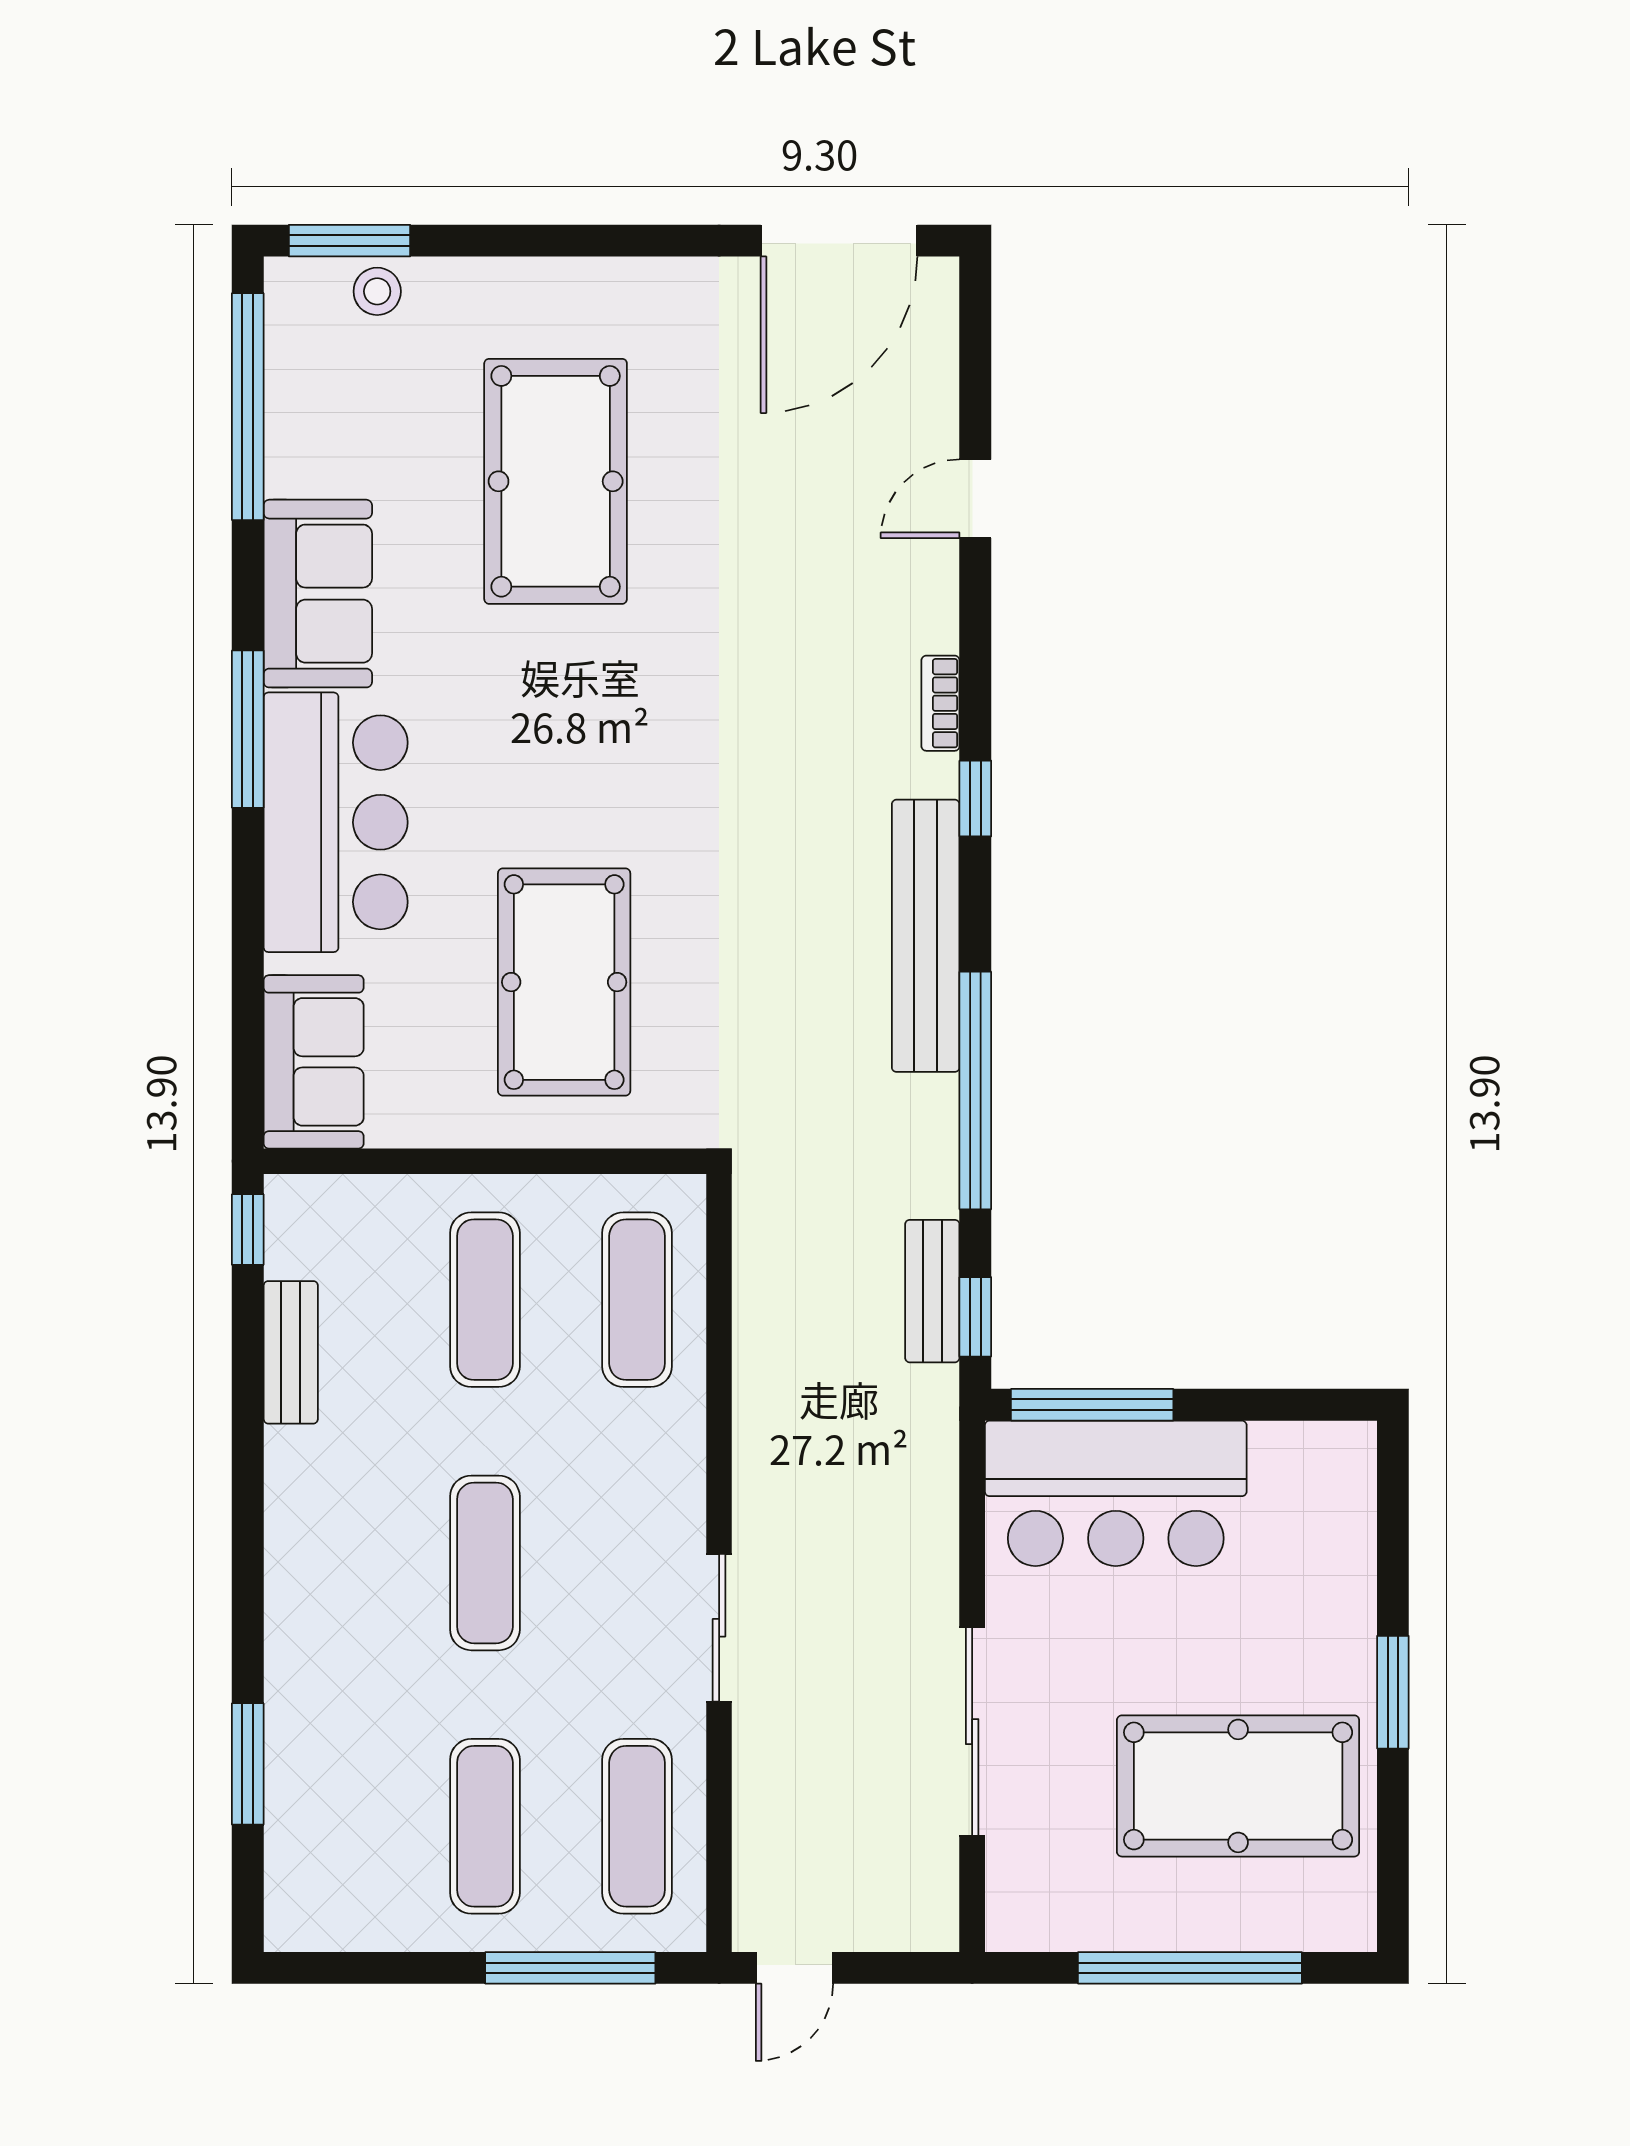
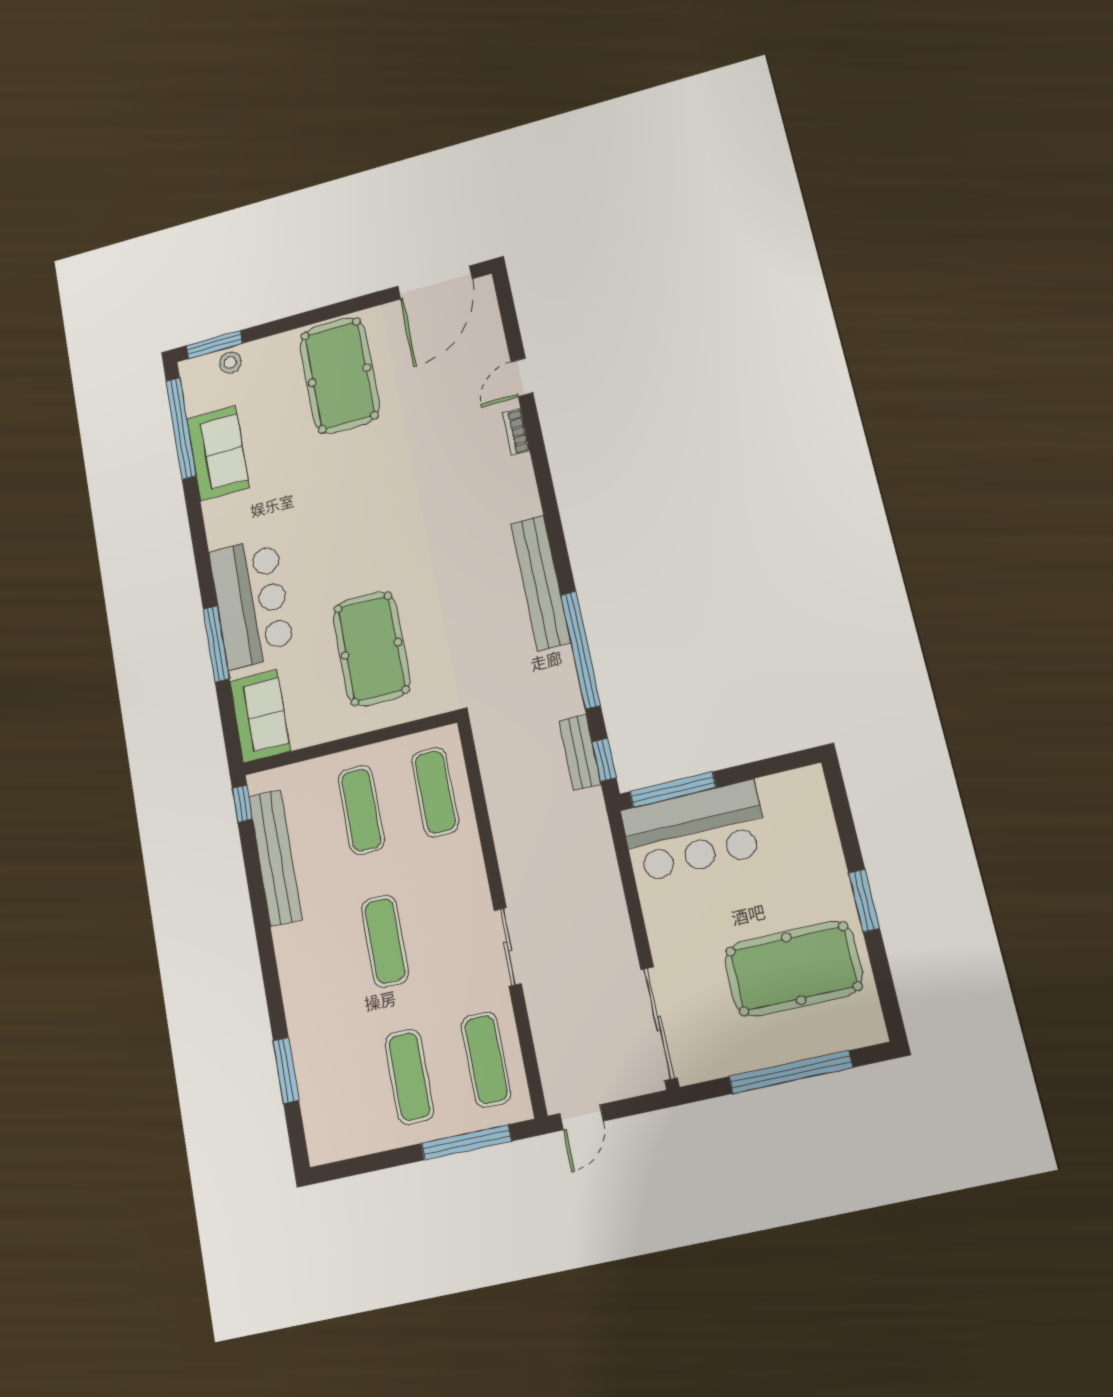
pool table: (556, 481) -> (339, 375), moved
sofa: (318, 594) -> (218, 453), moved
bookcase: (940, 703) -> (516, 432), moved
window: (248, 729) -> (216, 644), moved
window: (975, 798) -> (551, 513), removed
bench: (291, 1352) -> (275, 858), width x1.86, depth x1.21
sliding door: (972, 1732) -> (659, 1023), moved

